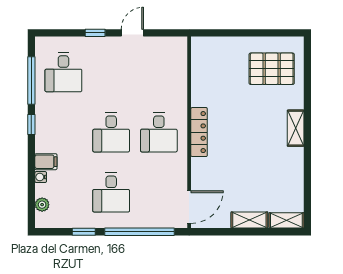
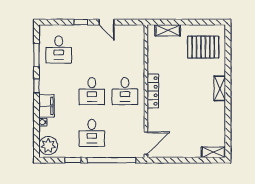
door: (132, 33) -> (107, 22), swing flipped
window: (31, 80) -> (37, 55), width x0.69
filing cabinet: (46, 162) -> (47, 106), width x2.00
plant: (42, 205) -> (48, 146), width x1.87, depth x1.87
shelving: (249, 220) -> (168, 30), moved

